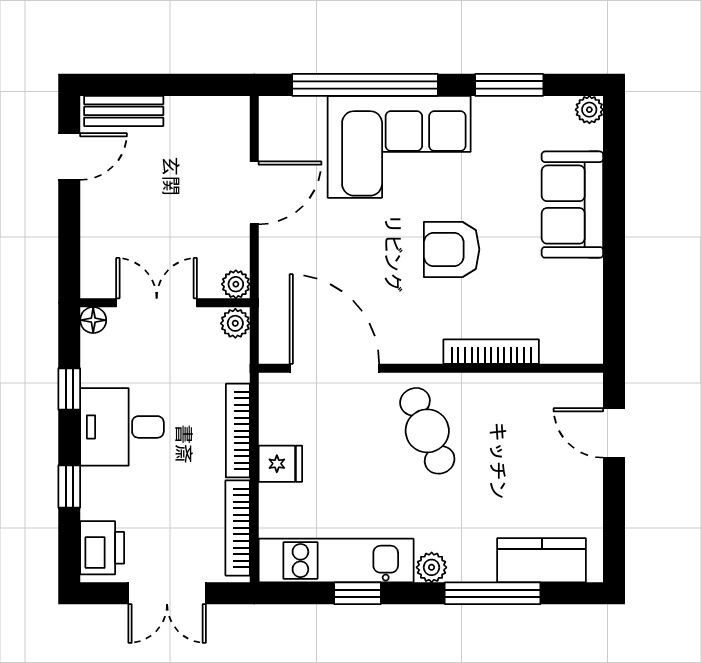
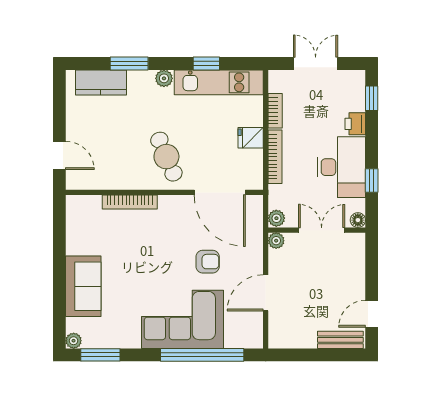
window: (509, 85) -> (100, 355), moved
armchair: (452, 249) -> (208, 262), moved, width x0.72, depth x0.72
double door: (157, 303) -> (322, 230), swing flipped
desk: (122, 427) -> (341, 167), width x1.37
window: (69, 487) -> (372, 98), moved
bookcase: (238, 528) -> (275, 111), width x0.64
printer: (102, 548) -> (355, 124), moved, width x0.73, depth x0.81
window: (493, 593) -> (129, 63), width x0.69

